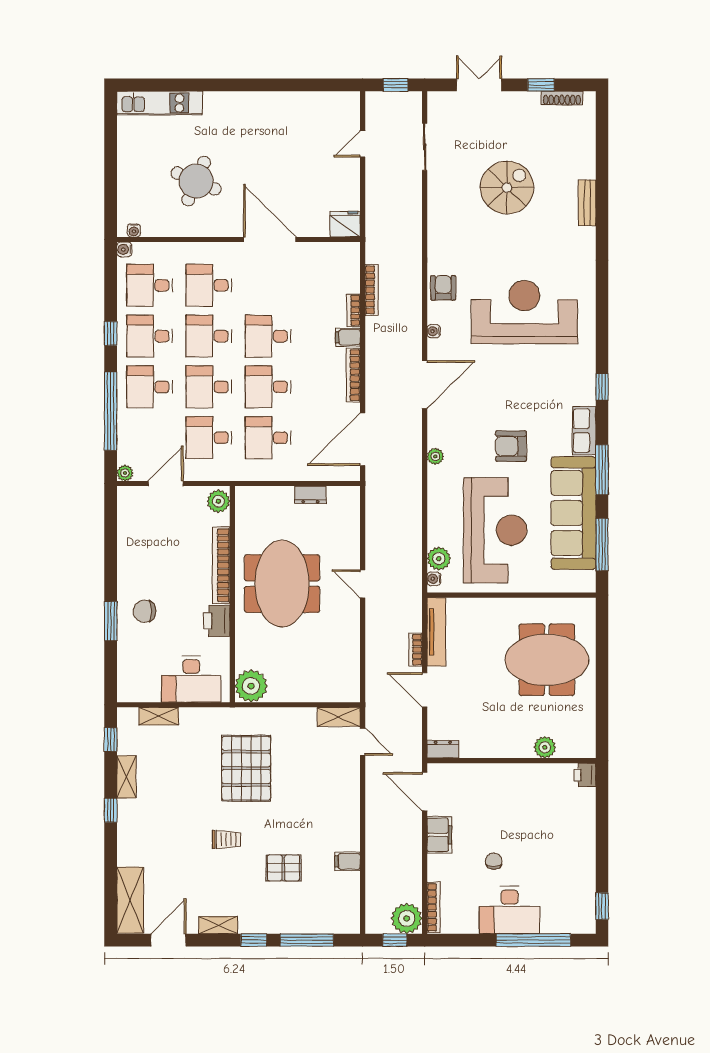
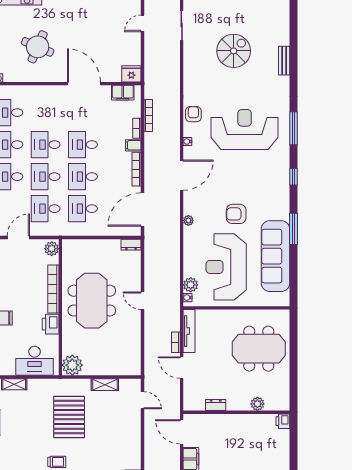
filing cabinet: (331, 254) -> (123, 93), added
desk: (209, 285) -> (46, 113), removed
row of seats: (584, 431) -> (282, 204), removed
dresser: (310, 495) -> (131, 245), moved
reception desk: (495, 530) -> (226, 267), turned 180
window: (602, 545) -> (294, 128), moved
shelving: (339, 717) -> (105, 385), moved
dresser: (443, 749) -> (216, 405), moved

